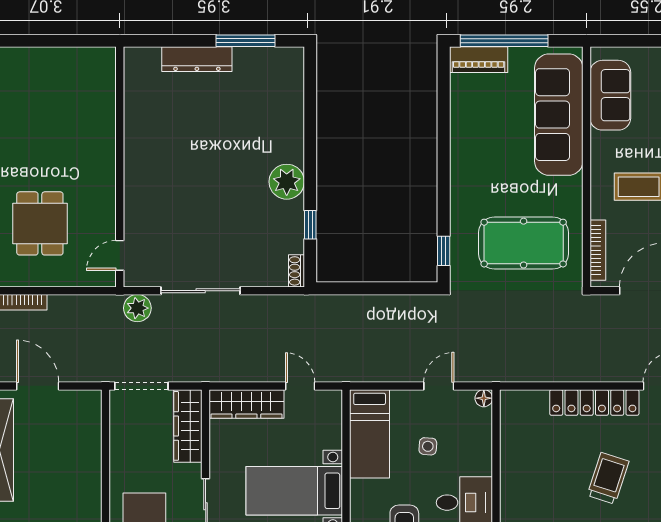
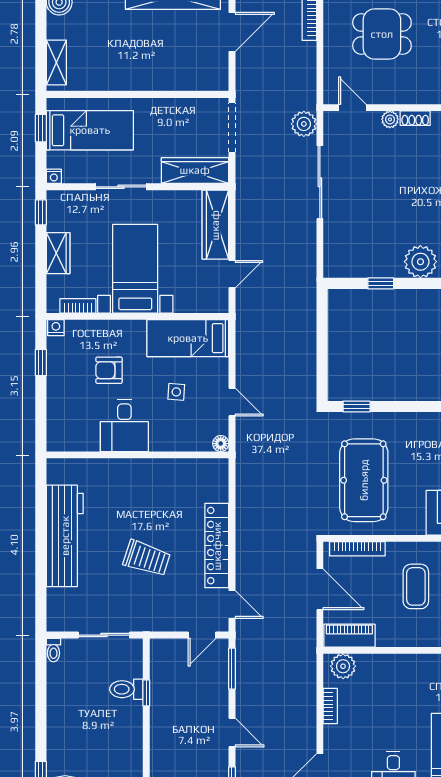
plant: (133, 215) -> (390, 119), added
shoe rack: (296, 271) -> (415, 118), moved, turned 180

